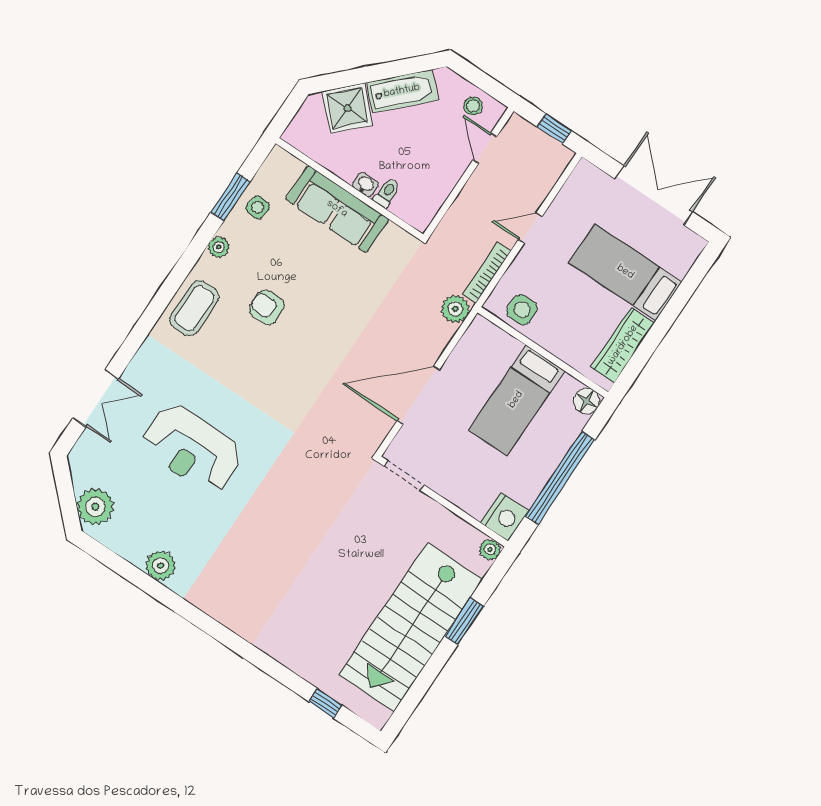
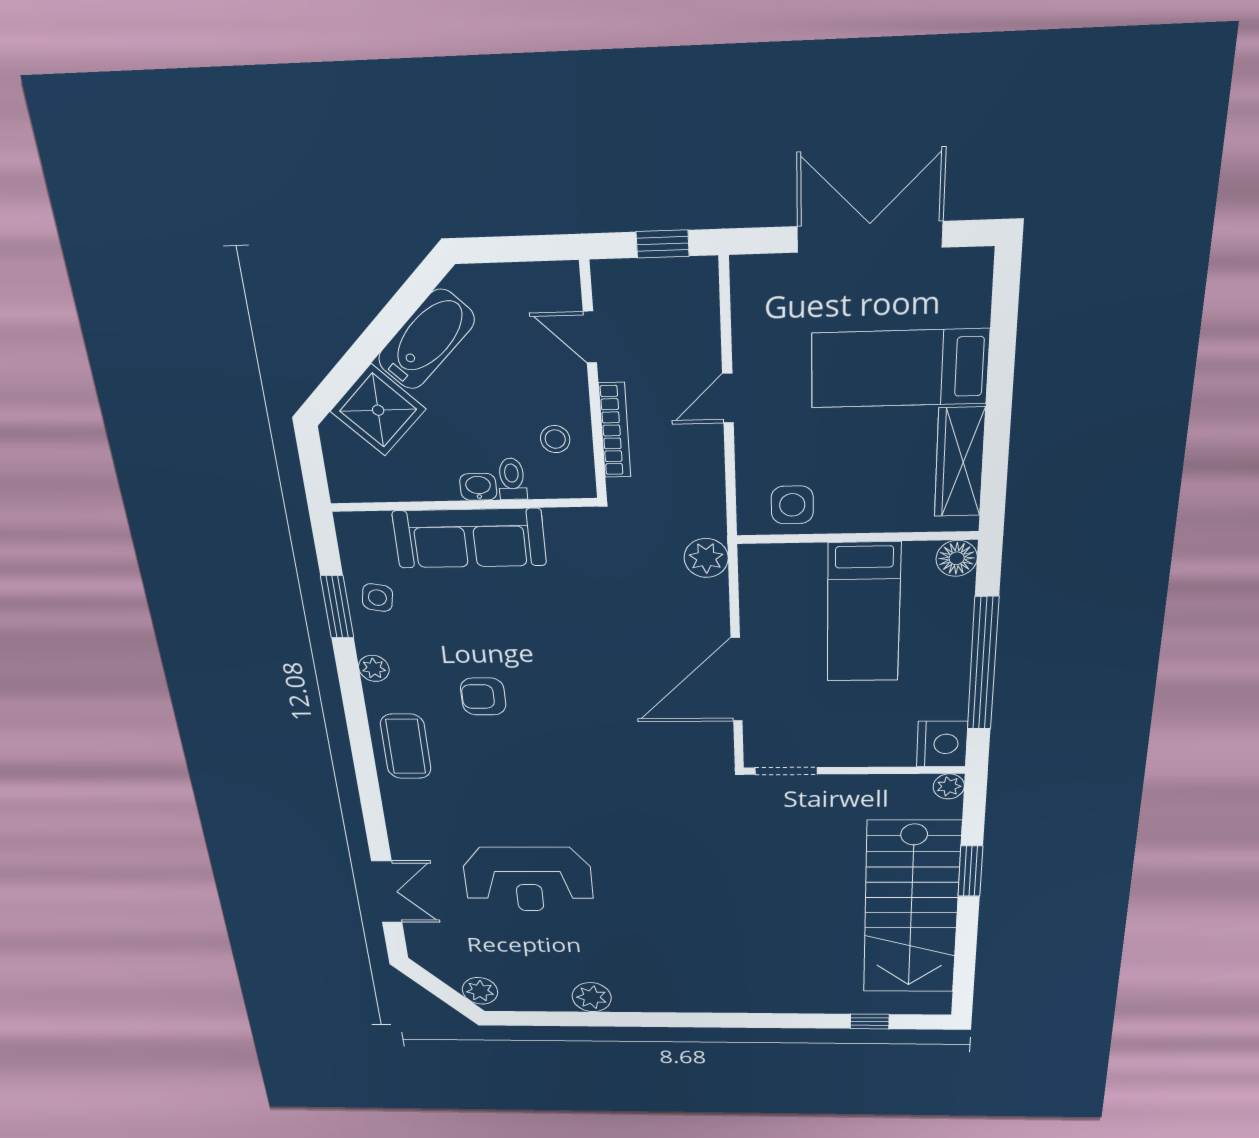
stool: (473, 106) -> (555, 439), moved
bookcase: (487, 273) -> (615, 430), moved, turned 180
plant: (95, 507) -> (480, 991), width x0.73, depth x0.73

